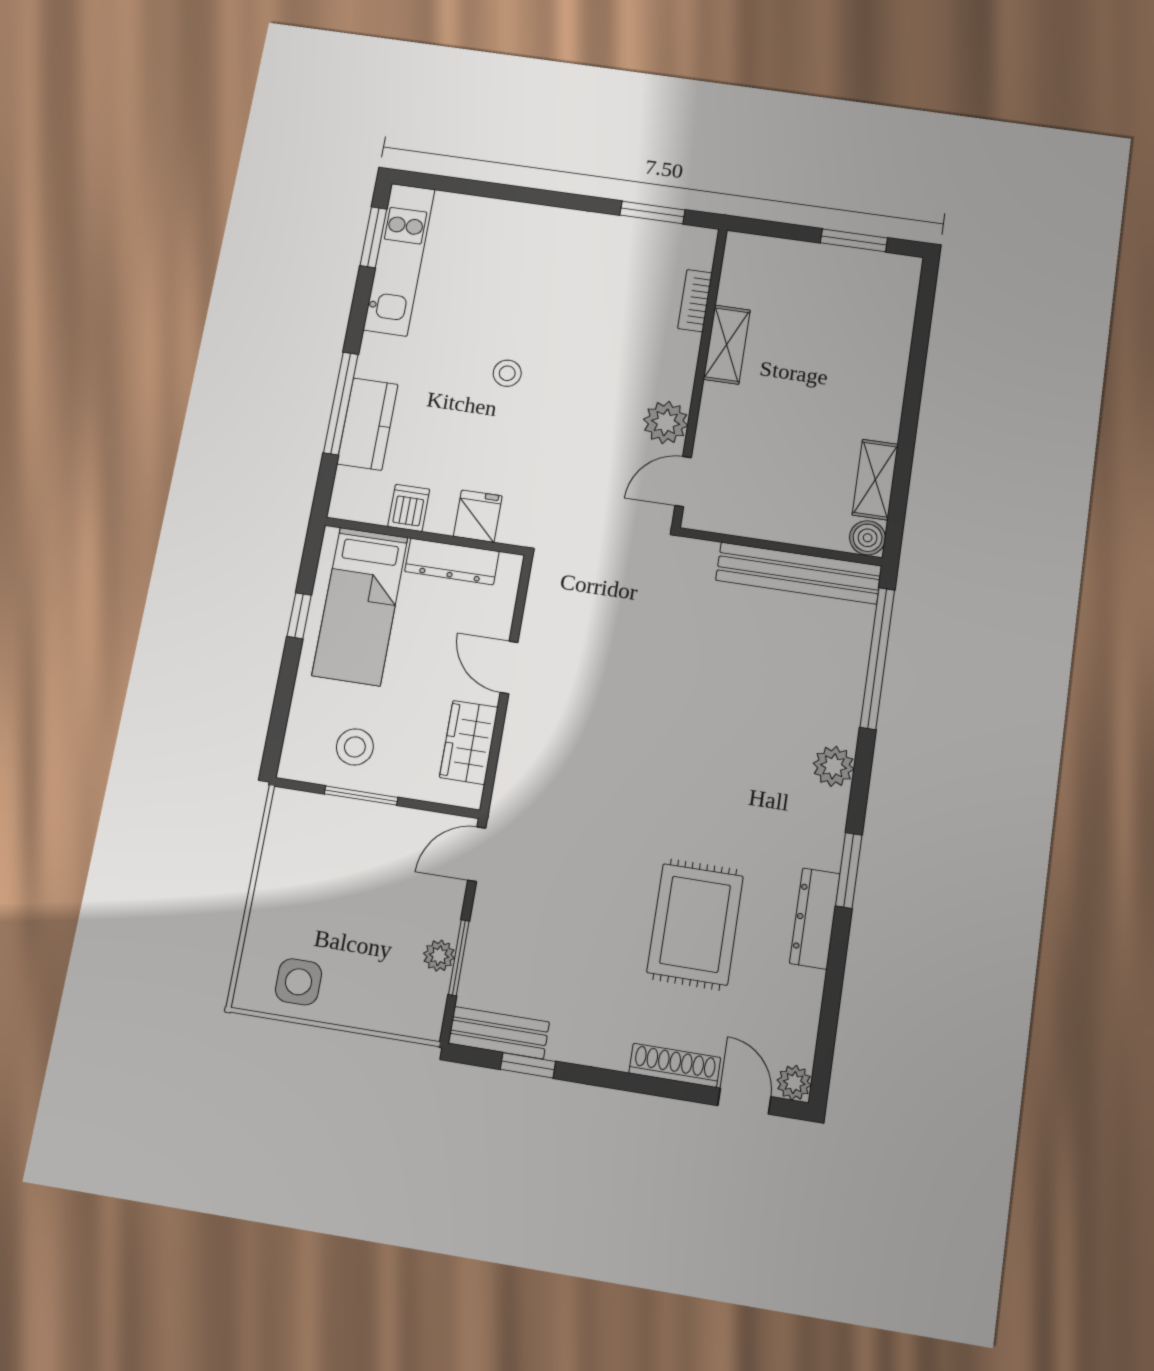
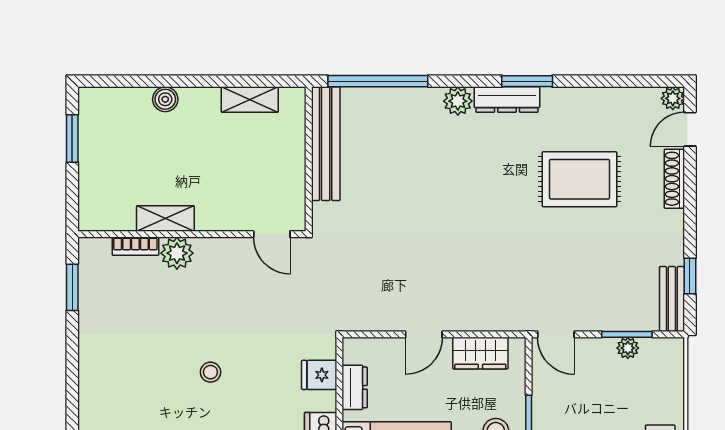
plant: (666, 422) -> (177, 253), moved
boiler: (868, 538) -> (165, 99), moved
dresser: (452, 561) -> (355, 387), width x0.70
dresser: (815, 918) -> (507, 100), moved

